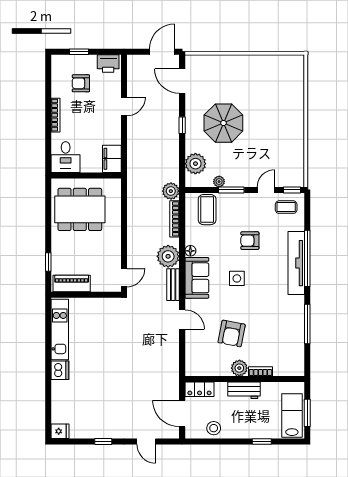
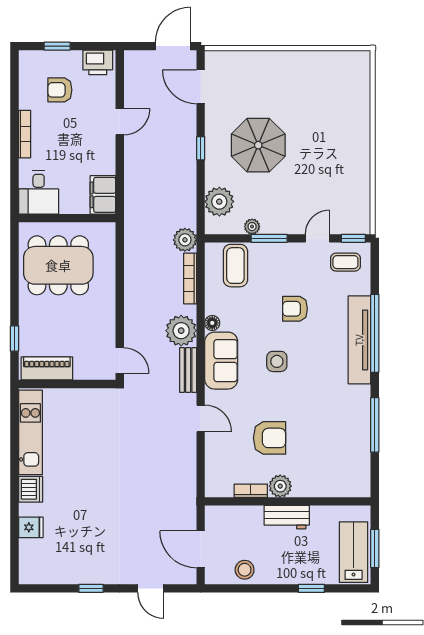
door: (124, 278) -> (120, 360), hinge flipped
armchair: (232, 333) -> (270, 438), turned -101
bookcase: (260, 371) -> (251, 491), moved
locker: (199, 389) -> (225, 516), removed
fridge: (60, 431) -> (31, 527), moved

